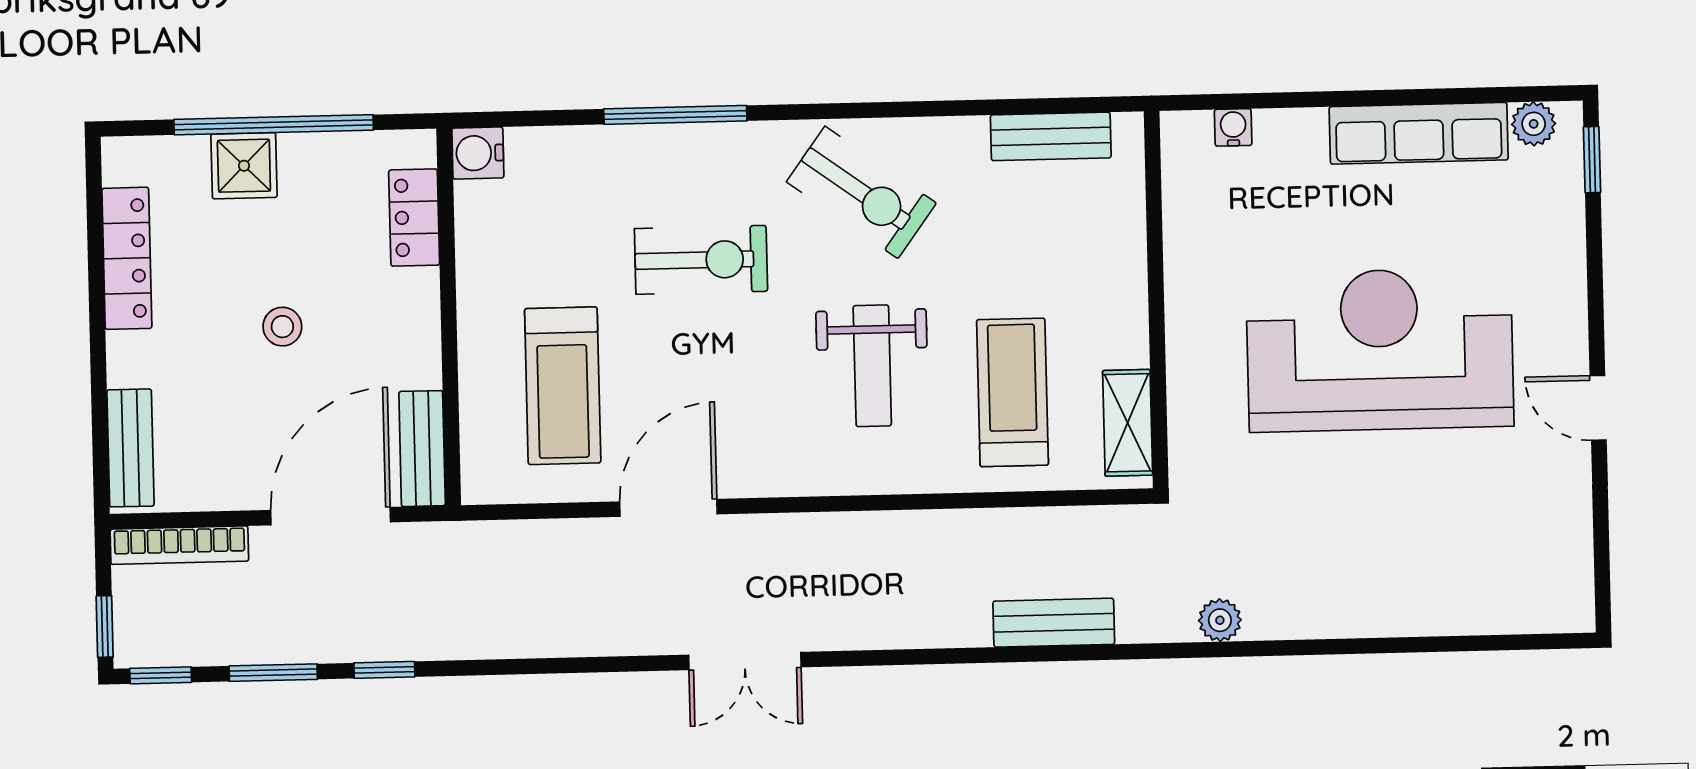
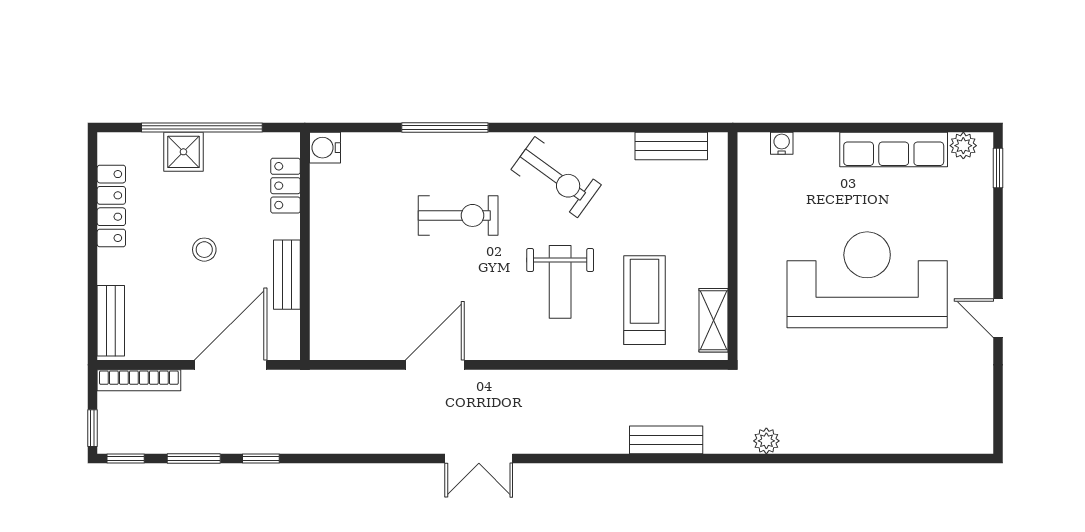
treadmill: (563, 386) -> (373, 290), removed
bench: (422, 449) -> (287, 275), moved

